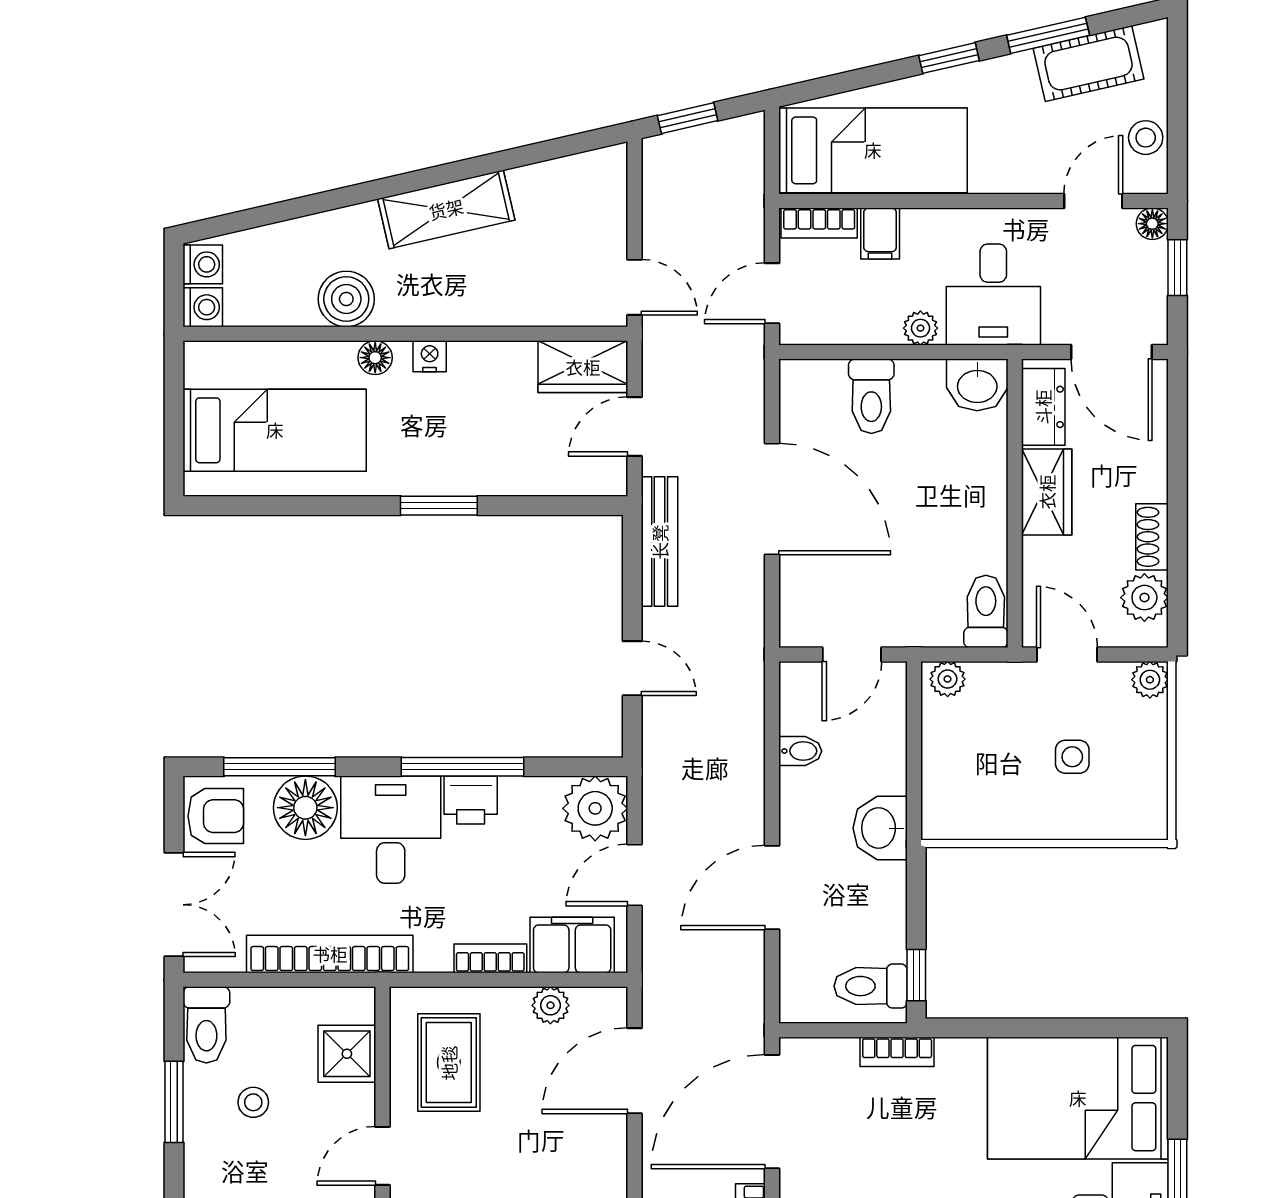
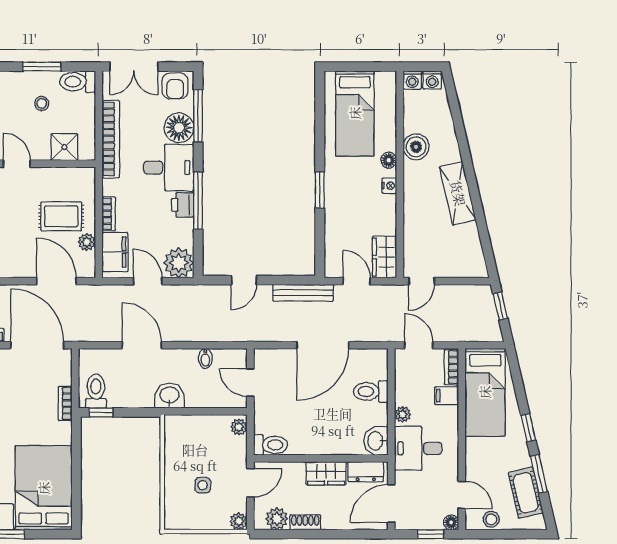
rug: (449, 1063) -> (61, 216), moved

